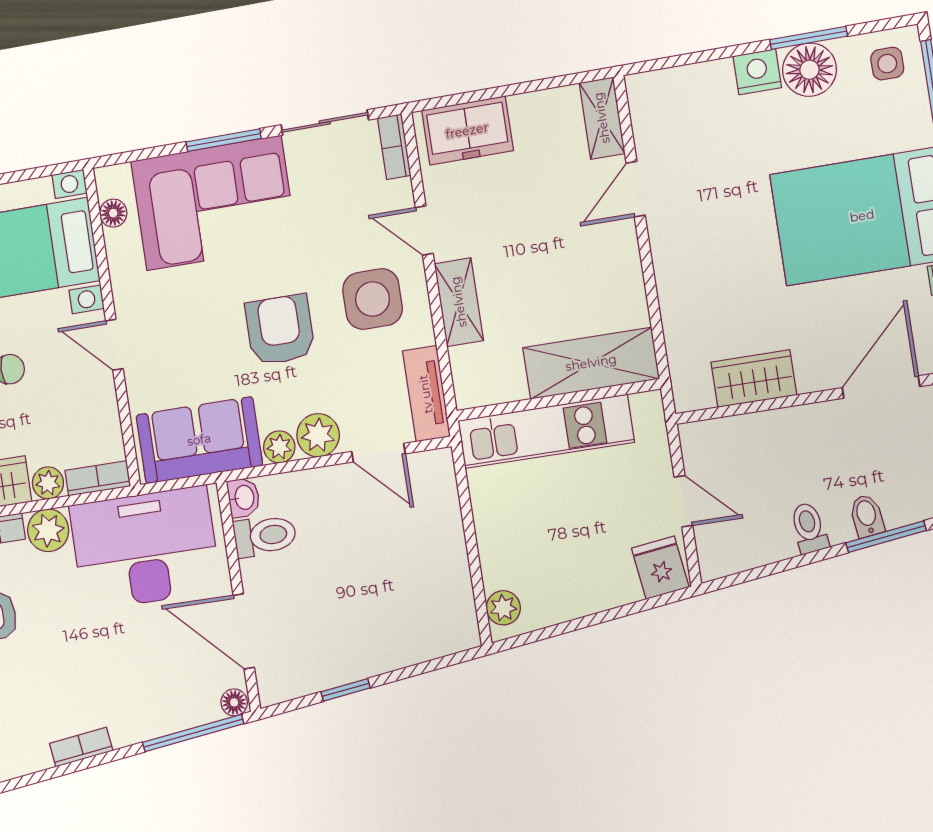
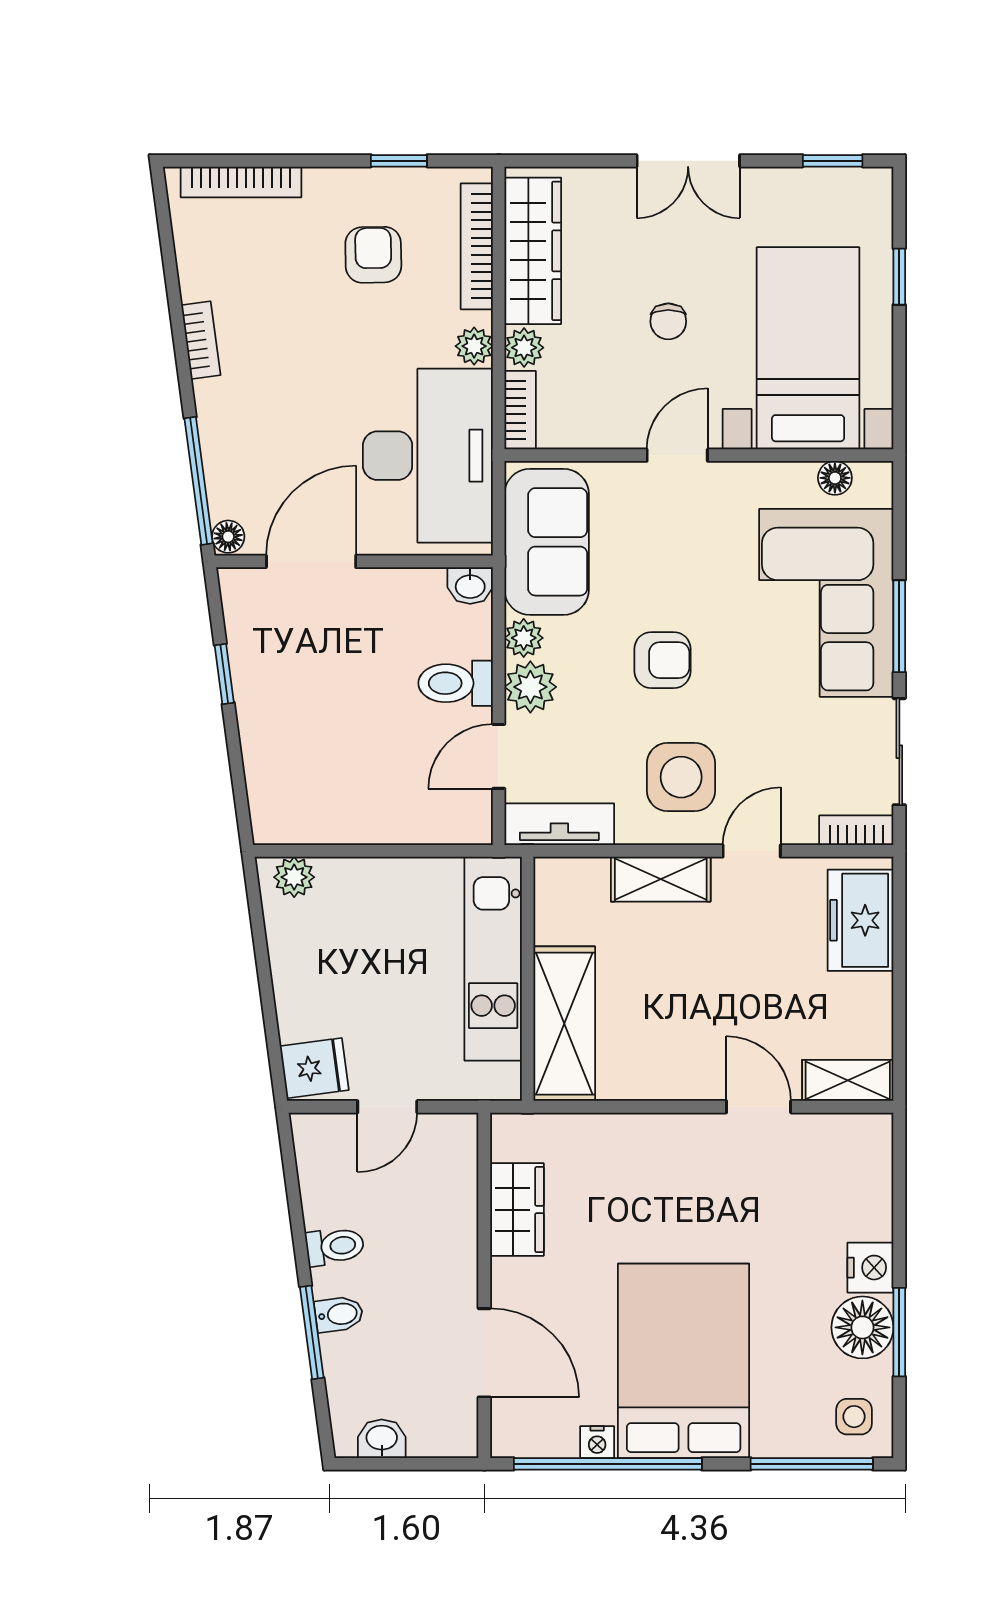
armchair: (280, 330) -> (663, 660), width x0.72, depth x0.72
plant: (48, 530) -> (474, 346), width x0.73, depth x0.73
toilet: (265, 536) -> (456, 683), moved, turned 90

